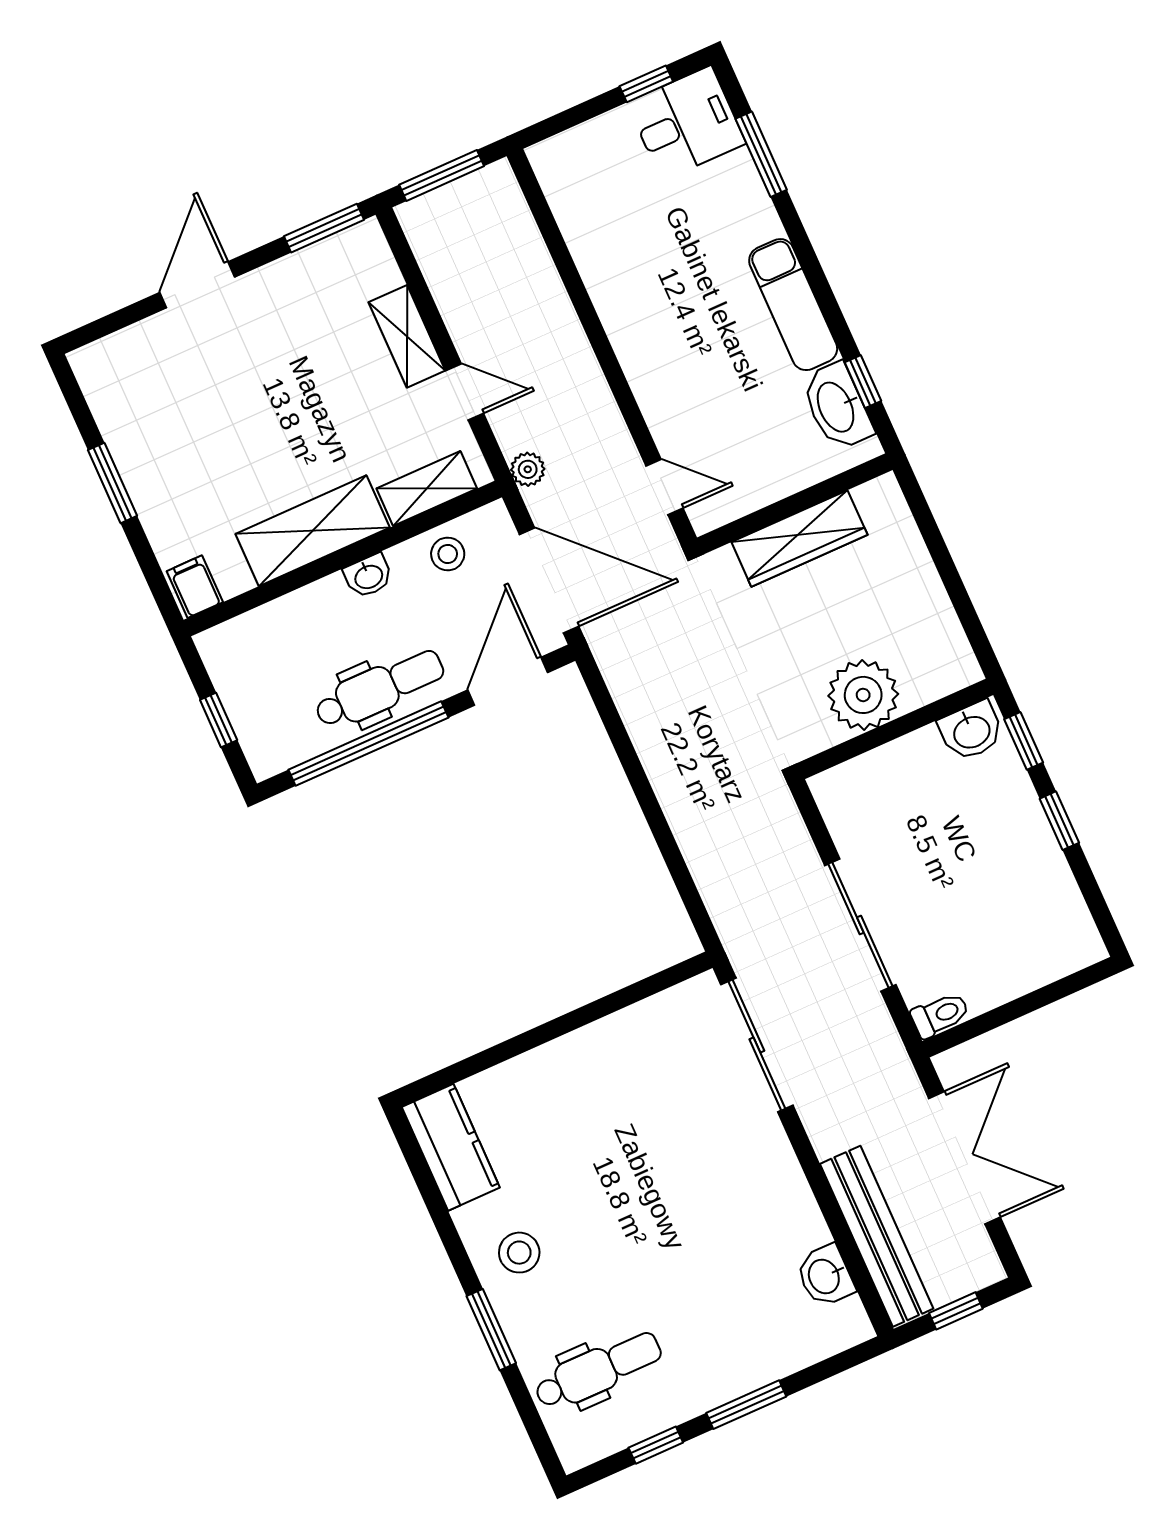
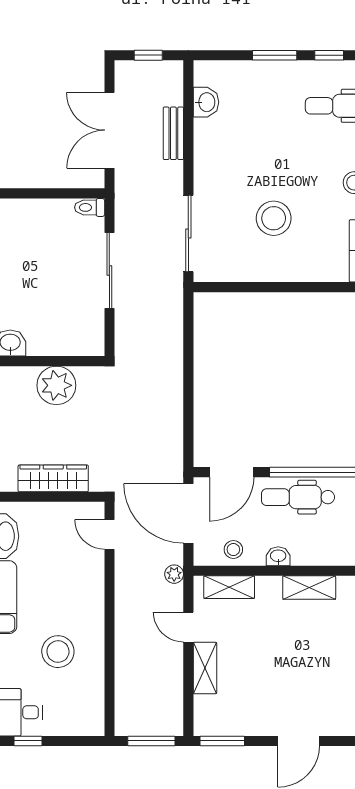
stool: (663, 255) -> (58, 652), added
shelving: (313, 531) -> (309, 588), width x0.67, depth x0.75
stool: (627, 1134) -> (274, 218), added
bench: (877, 1236) -> (173, 133), width x0.54, depth x0.82

